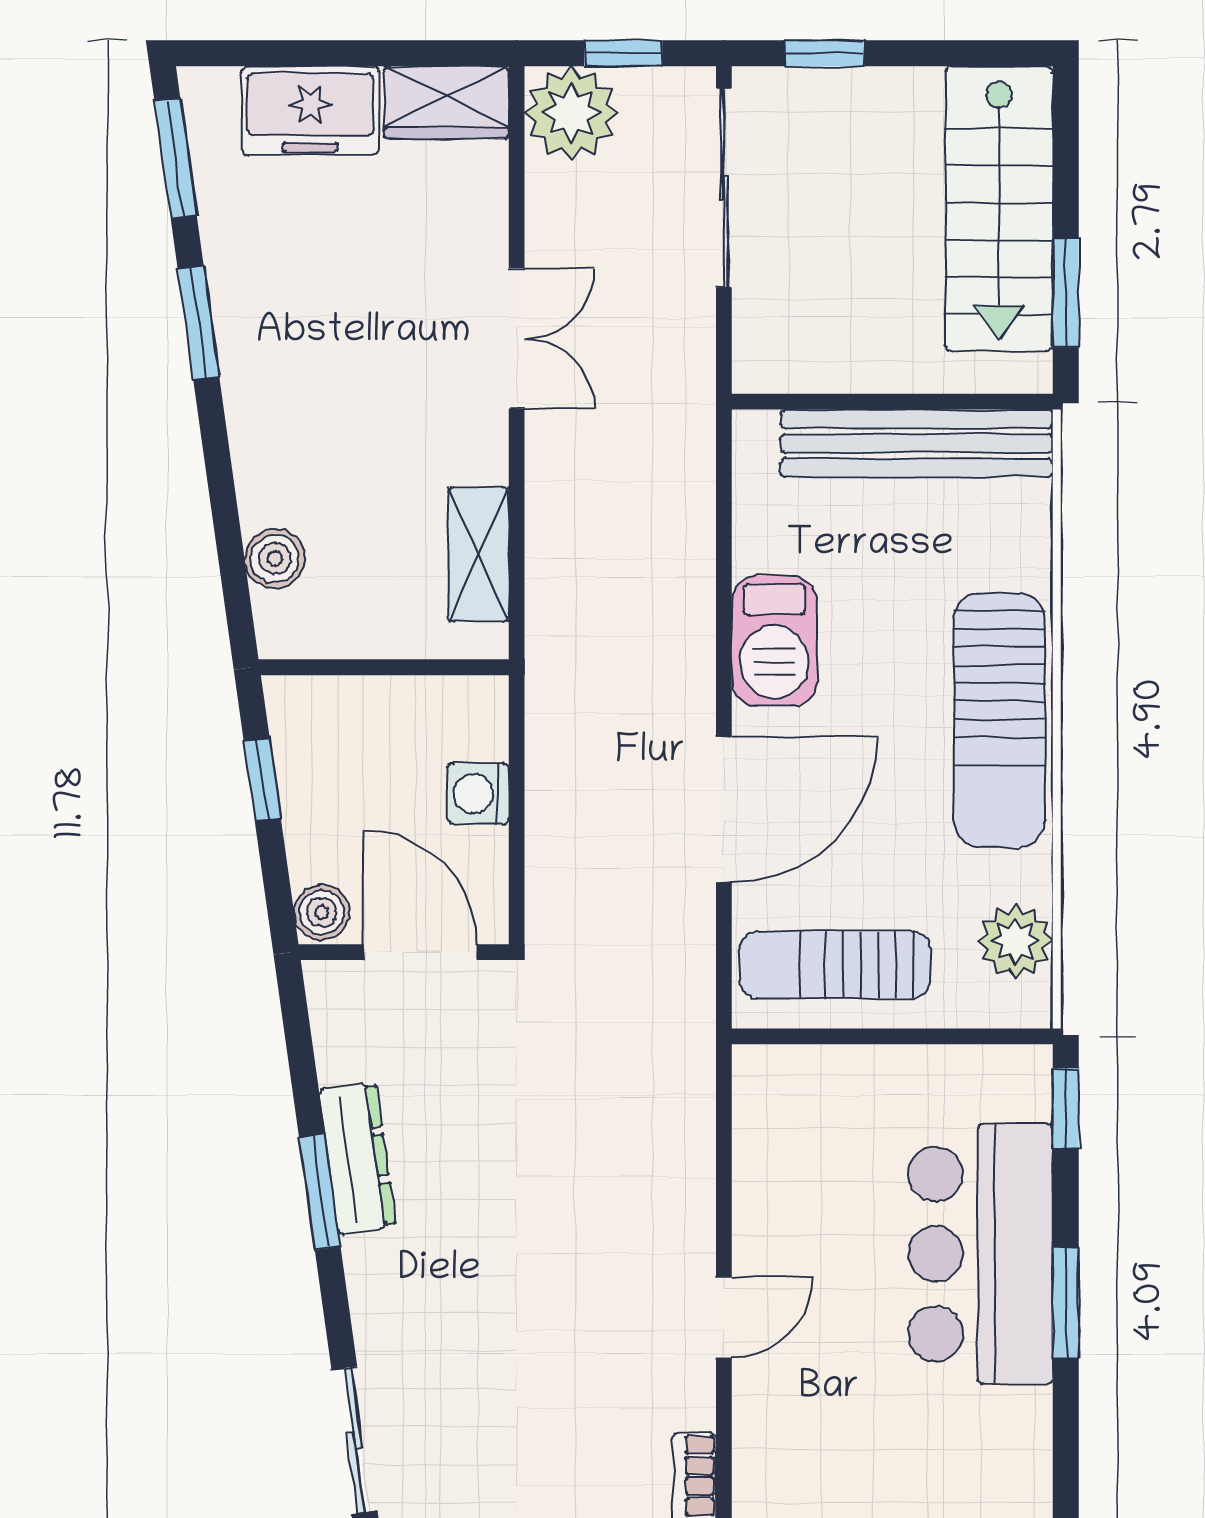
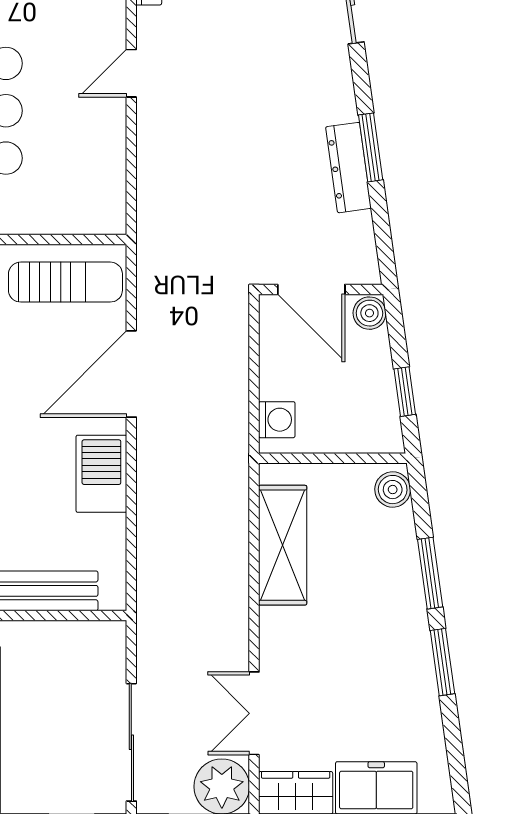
window: (176, 159) -> (430, 573), moved
double door: (517, 338) -> (254, 713), moved
shelving: (478, 554) -> (283, 545), width x1.50, depth x1.33
boiler: (275, 558) -> (393, 490), moved
washing machine: (478, 794) -> (277, 420), moved

